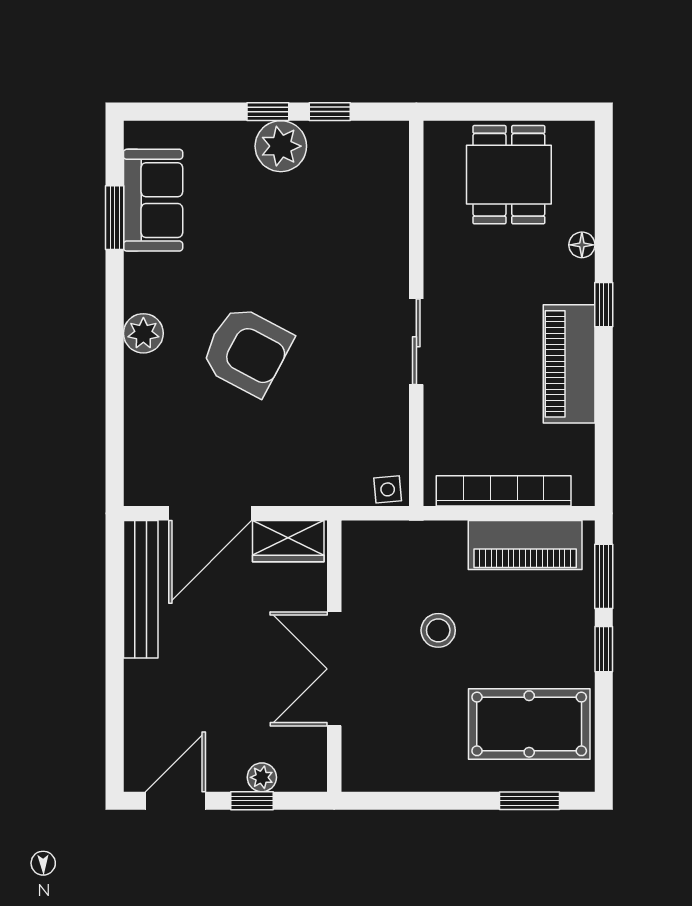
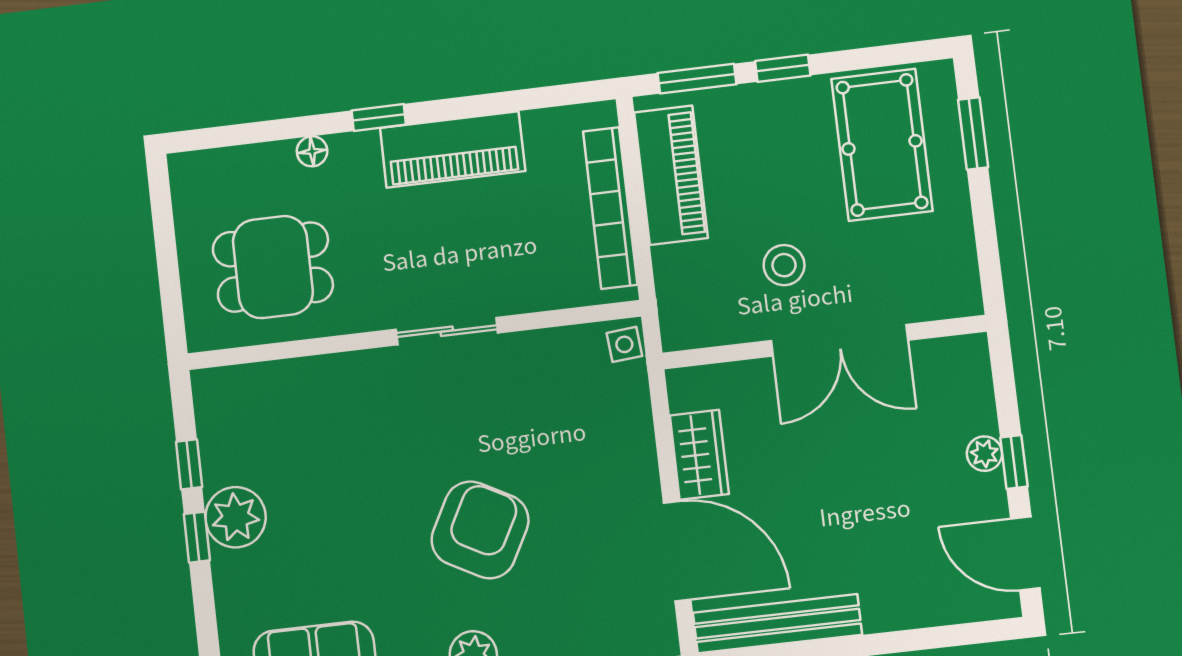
dining table: (509, 175) -> (273, 267), moved
wall: (334, 656) -> (824, 342), moved
double door: (334, 669) -> (839, 340), moved

